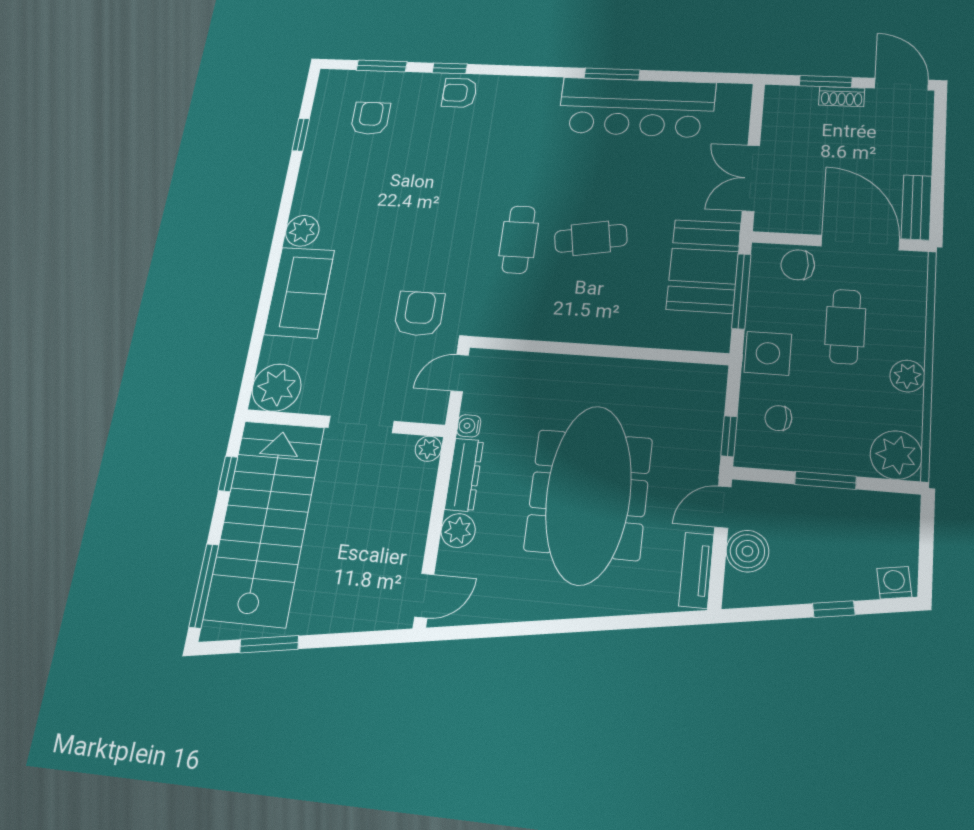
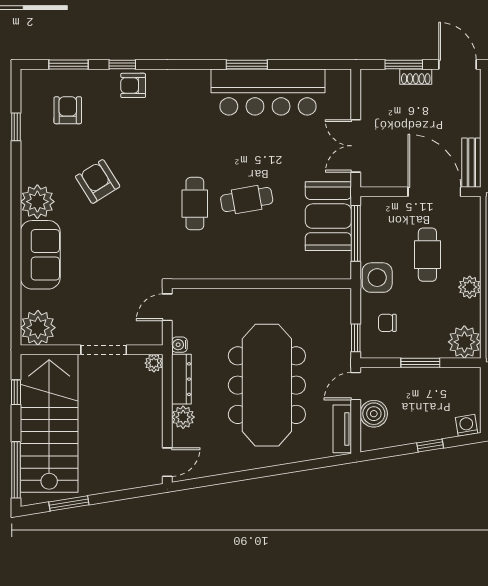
plant: (302, 231) -> (37, 202), width x1.36, depth x1.36
chair: (798, 265) -> (393, 211), removed
armchair: (419, 314) -> (98, 181), moved, turned -32

